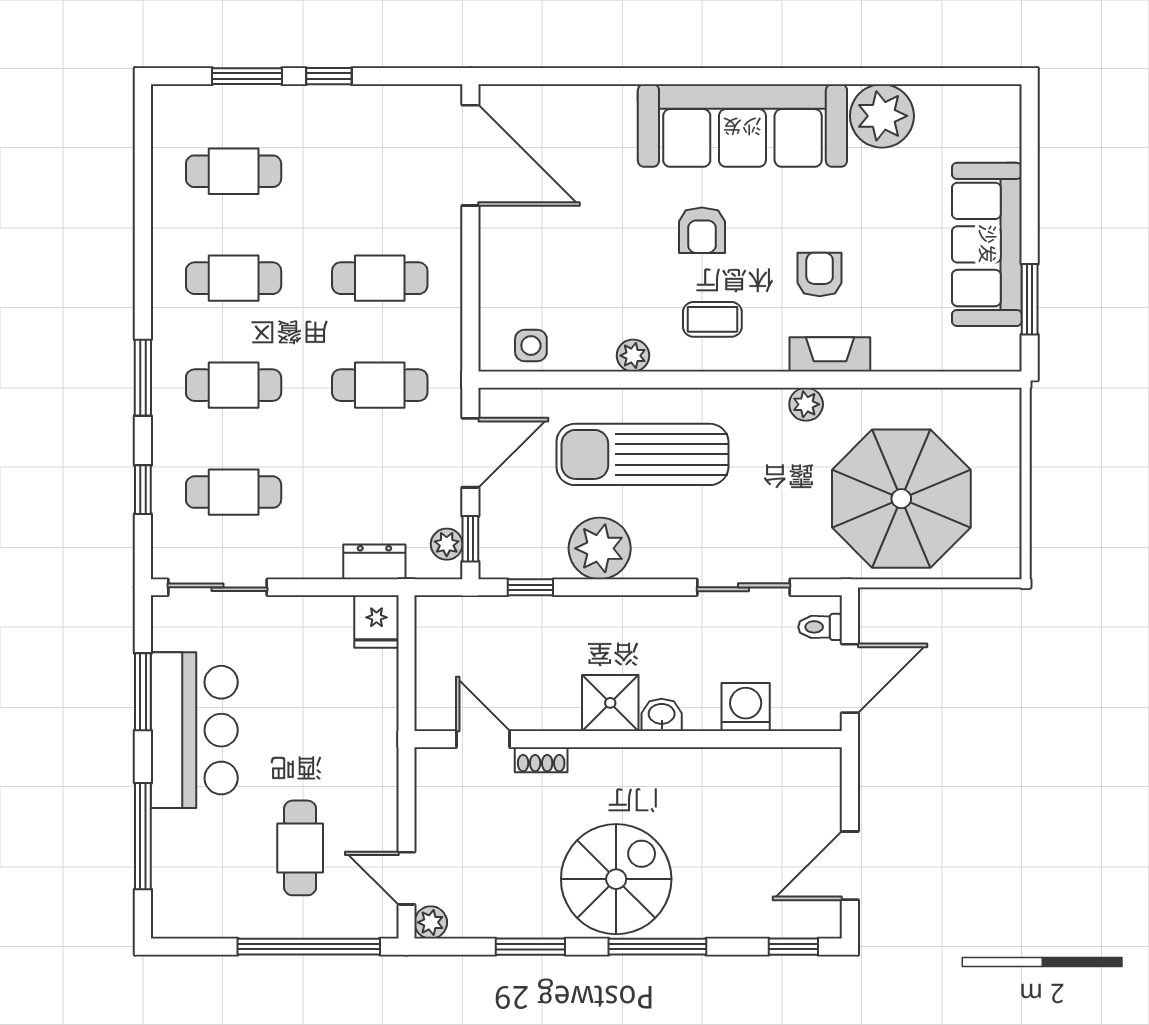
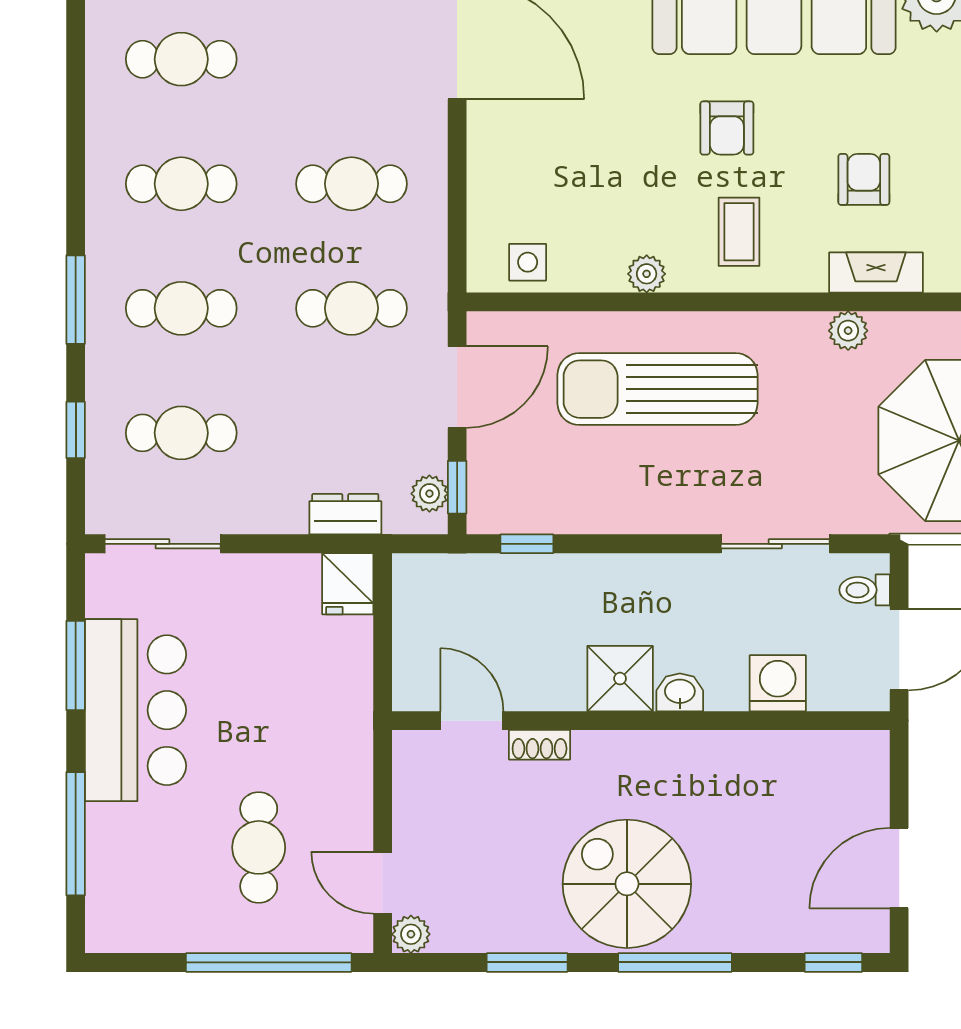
coffee table: (712, 319) -> (739, 232), turned 90
plant: (600, 548) -> (608, 498), removed
spiral stairs: (616, 879) -> (627, 884), turned -90

